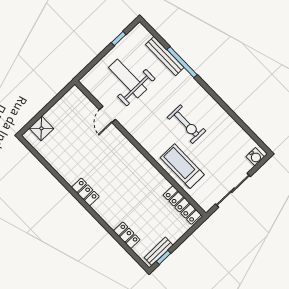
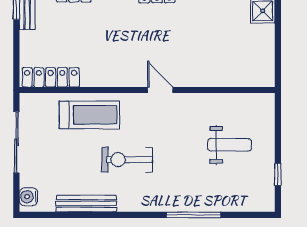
bench: (165, 56) -> (86, 204), moved
weight bench: (128, 78) -> (230, 145), width x0.73, depth x0.75
door: (107, 114) -> (160, 90), moved

